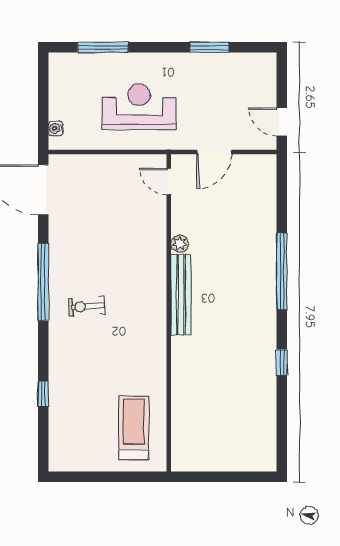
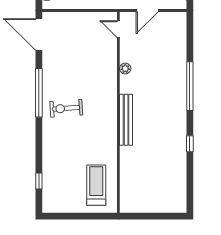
bench: (181, 294) -> (126, 120), moved
exercise bike: (86, 306) -> (66, 108), width x1.38, depth x1.39
window: (43, 394) -> (39, 181), moved

